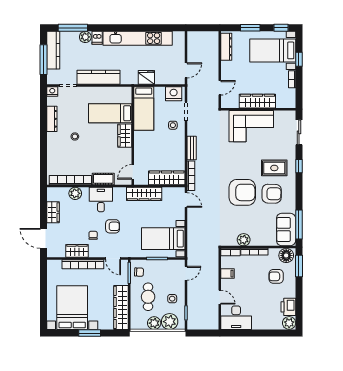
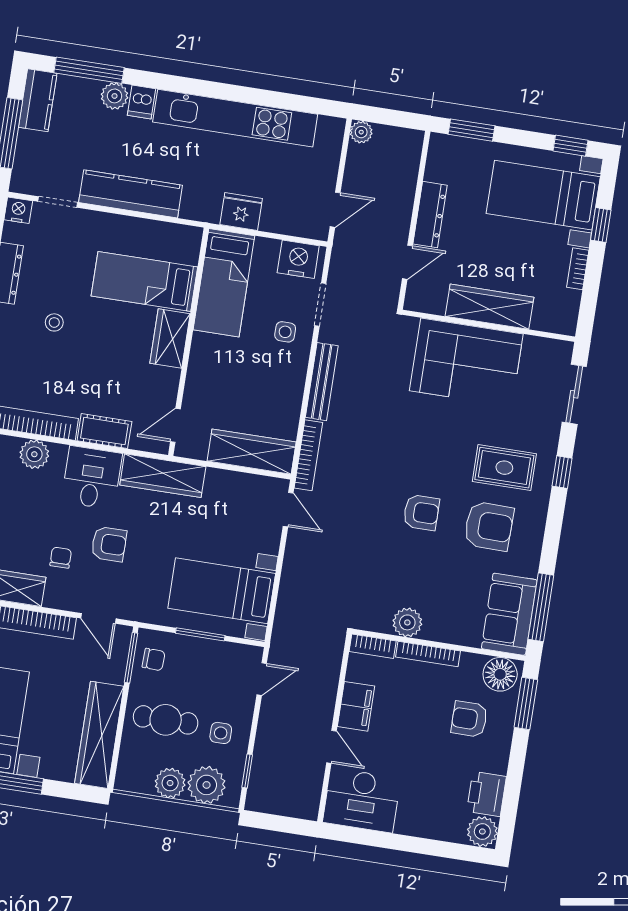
window: (250, 28) -> (472, 130), moved
plant: (192, 36) -> (361, 132), added
dresser: (226, 47) -> (430, 215), moved
kitchen counter: (53, 50) -> (38, 100), width x0.67
bench: (192, 148) -> (322, 382), width x1.36
armchair: (242, 192) -> (421, 513), width x0.53, depth x0.53
wardrobe: (144, 194) -> (163, 476), moved
filing cabinet: (227, 274) -> (356, 706), width x2.00
cafe table: (148, 297) -> (166, 720), turned 90

